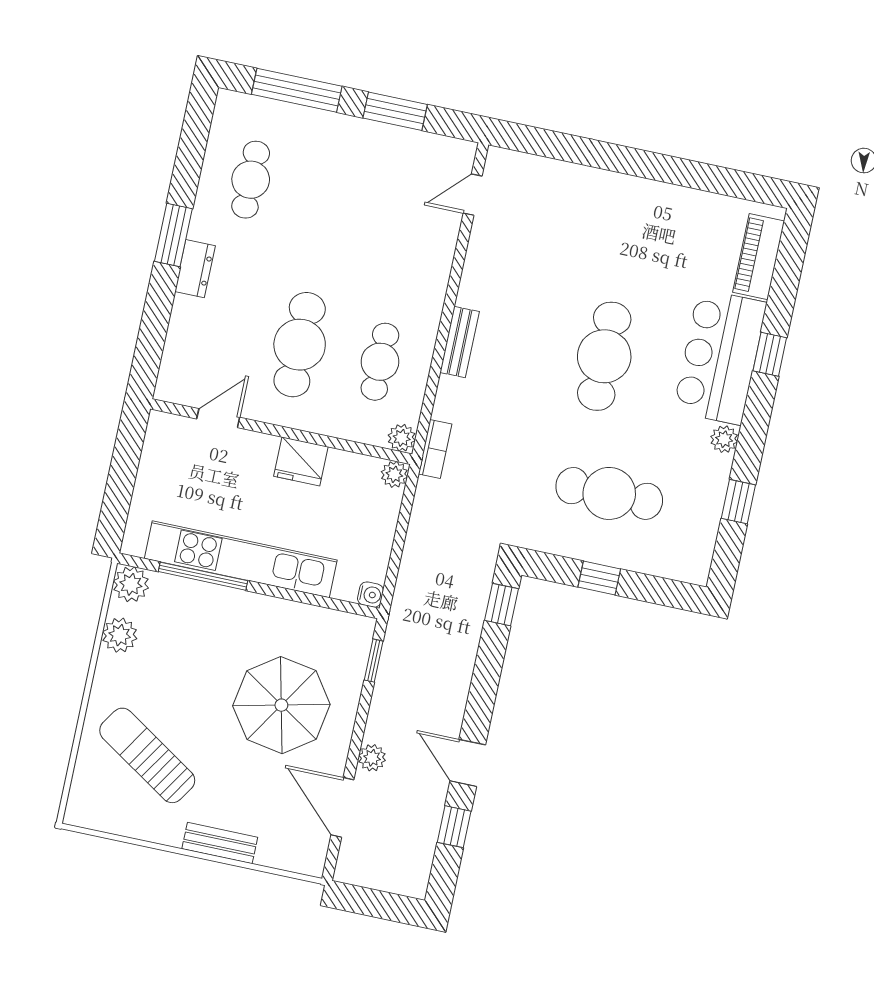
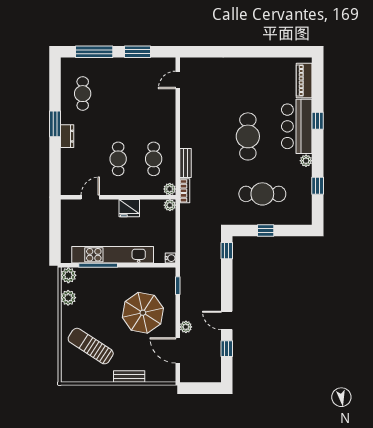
bench: (460, 342) -> (185, 163), moved
cafe table: (300, 345) -> (118, 159), width x0.73, depth x0.74

